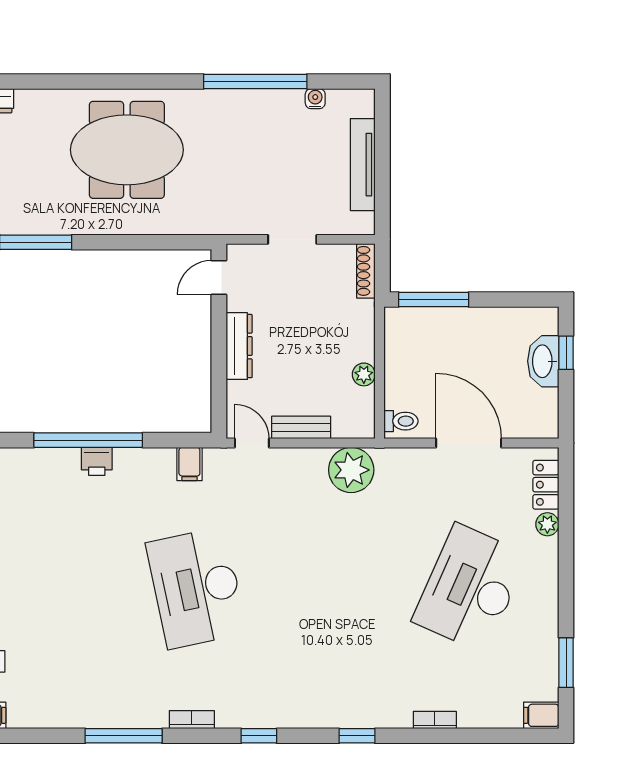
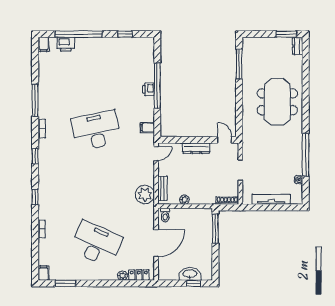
bench: (301, 427) -> (162, 188), moved

